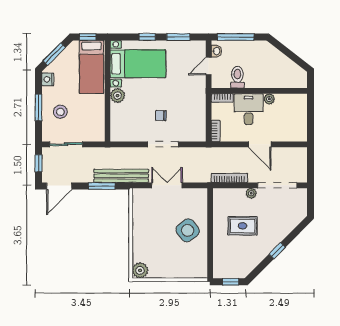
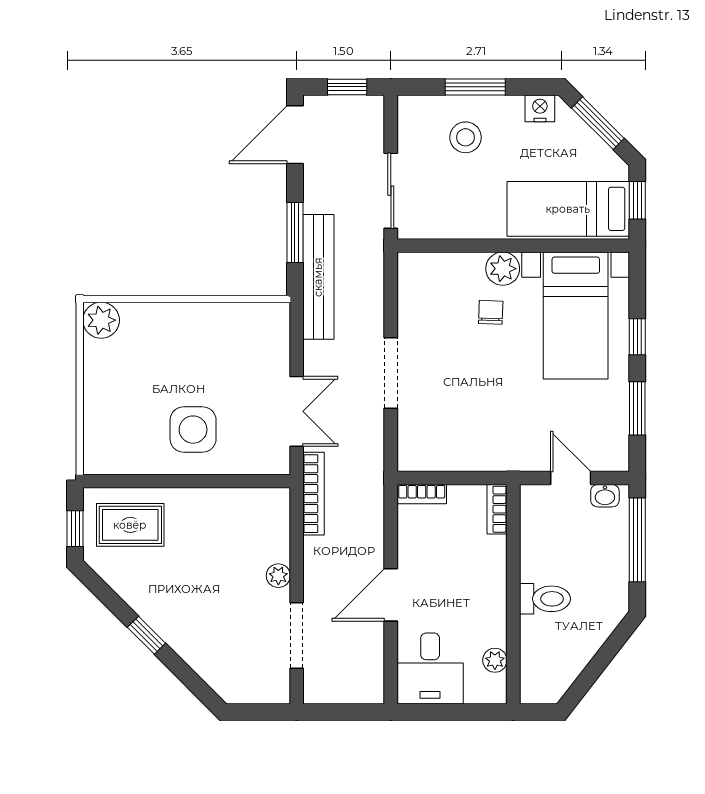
toilet: (237, 77) -> (545, 599), moved
plant: (269, 99) -> (495, 660), moved
desk: (249, 109) -> (430, 669), moved, turned 90
chair: (161, 116) -> (491, 312), moved
sliding door: (66, 144) -> (391, 191), moved
bookcase: (229, 178) -> (313, 494), moved
double door: (167, 185) -> (297, 411), moved
doorway: (277, 185) -> (297, 636), width x0.73
door: (59, 186) -> (295, 135), hinge flipped
rug: (243, 226) -> (130, 525), moved, turned 90
side table: (188, 230) -> (193, 430), turned 37

